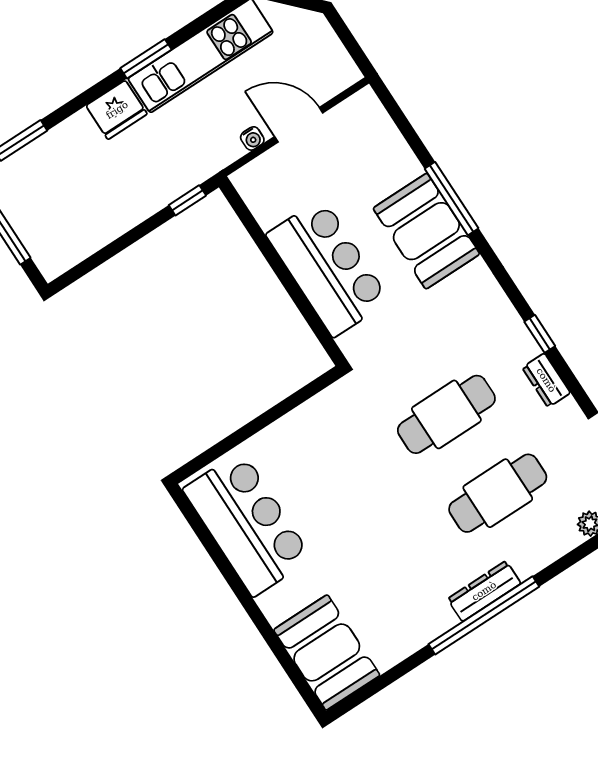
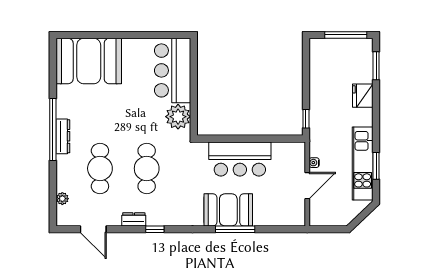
window: (146, 59) -> (376, 166), moved
fridge: (117, 110) -> (363, 96), moved
plant: (324, 418) -> (178, 117), added
bar counter: (247, 524) -> (173, 70), moved, turned 90
booth: (327, 652) -> (89, 61), width x1.36, depth x1.42

